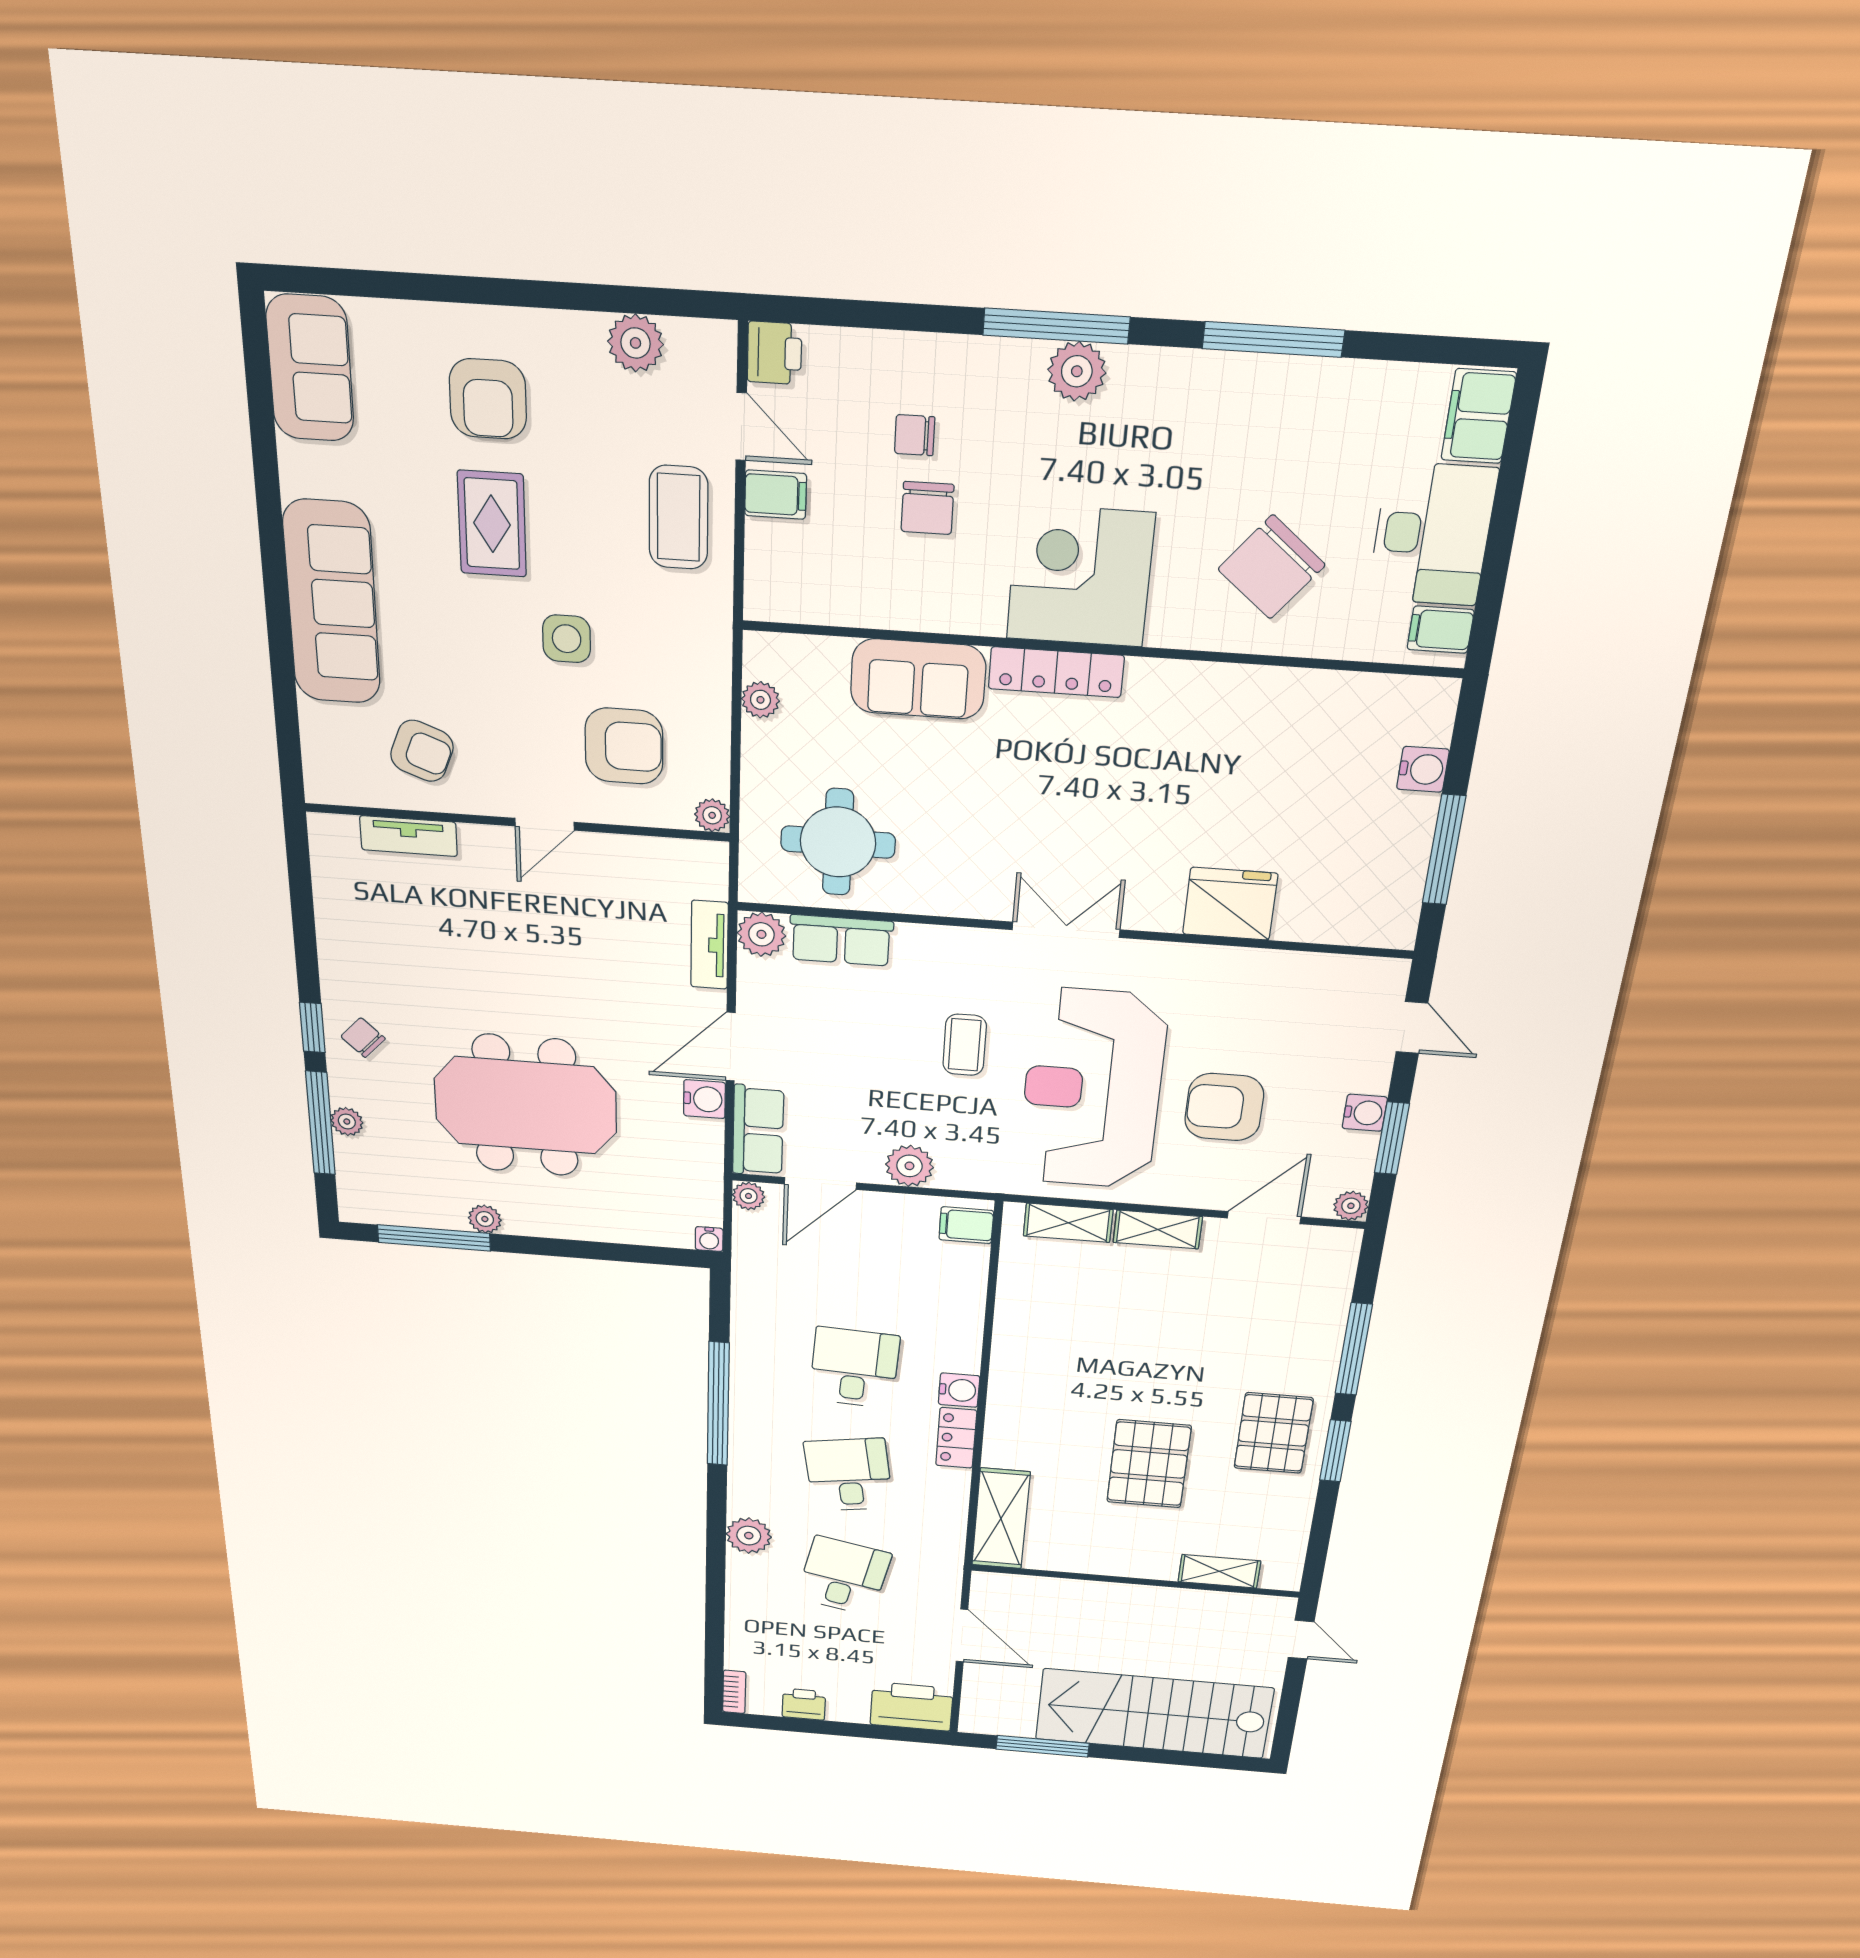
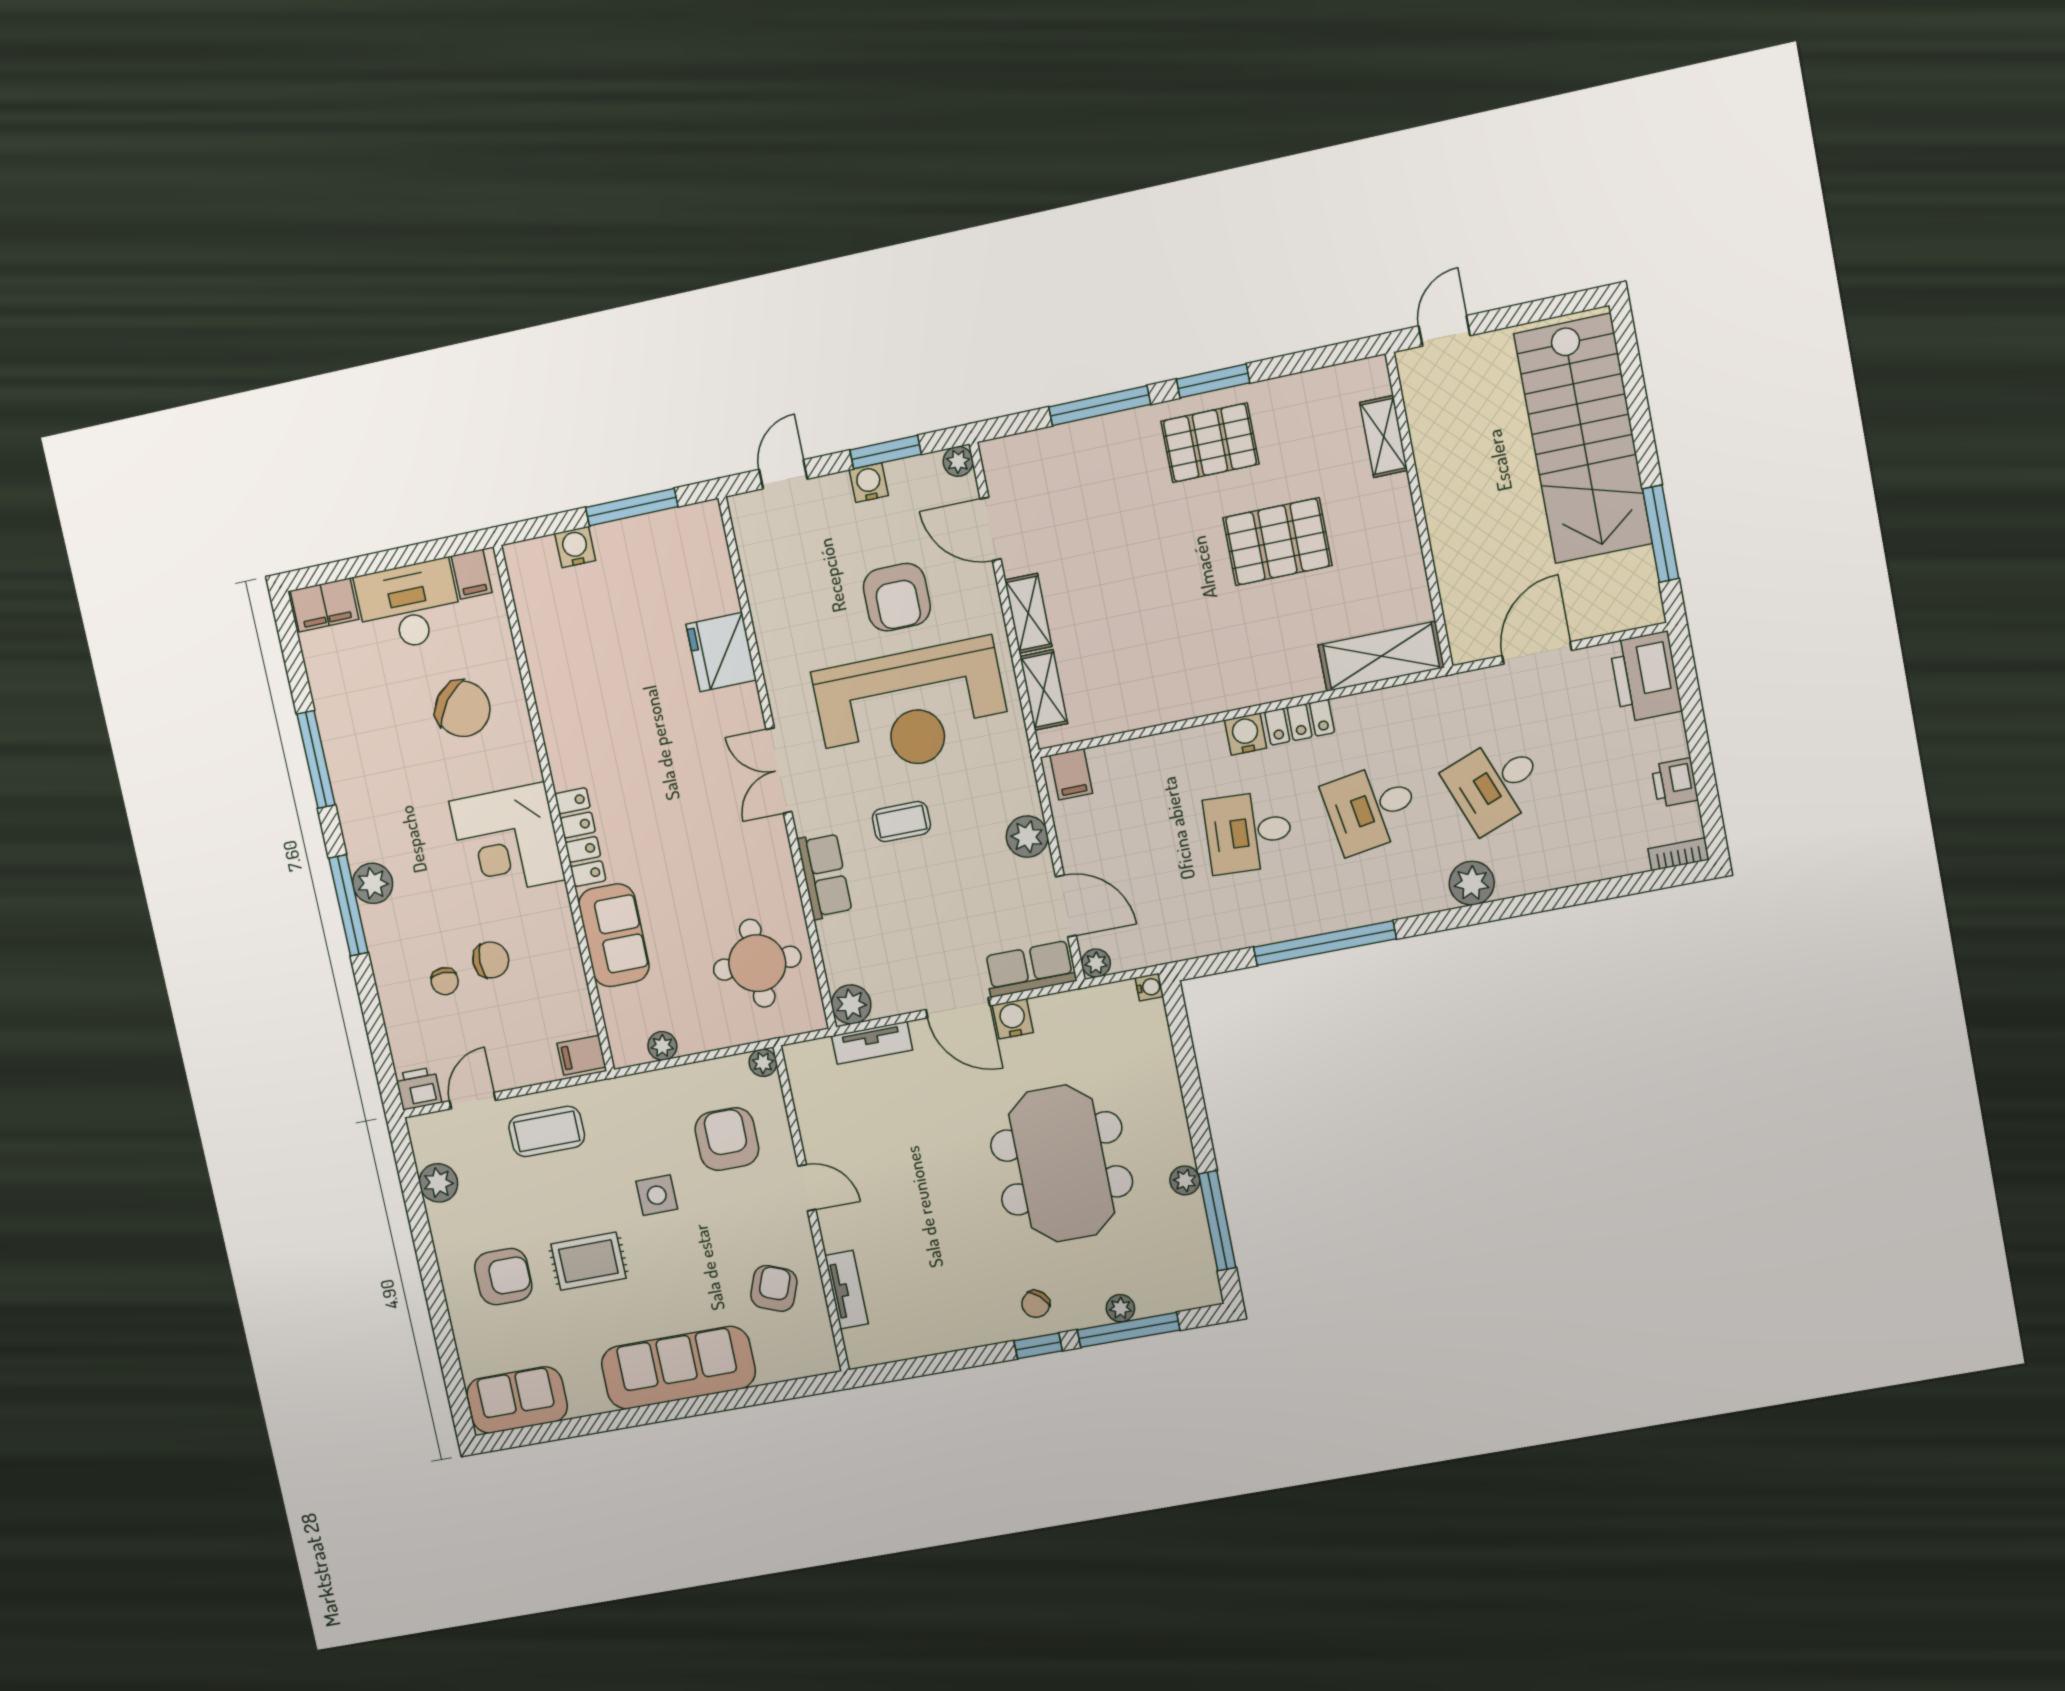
filing cabinet: (776, 495) -> (581, 1055), moved, turned -90
row of seats: (841, 940) -> (825, 876), moved
desk: (844, 1576) -> (1495, 784), turned -33

